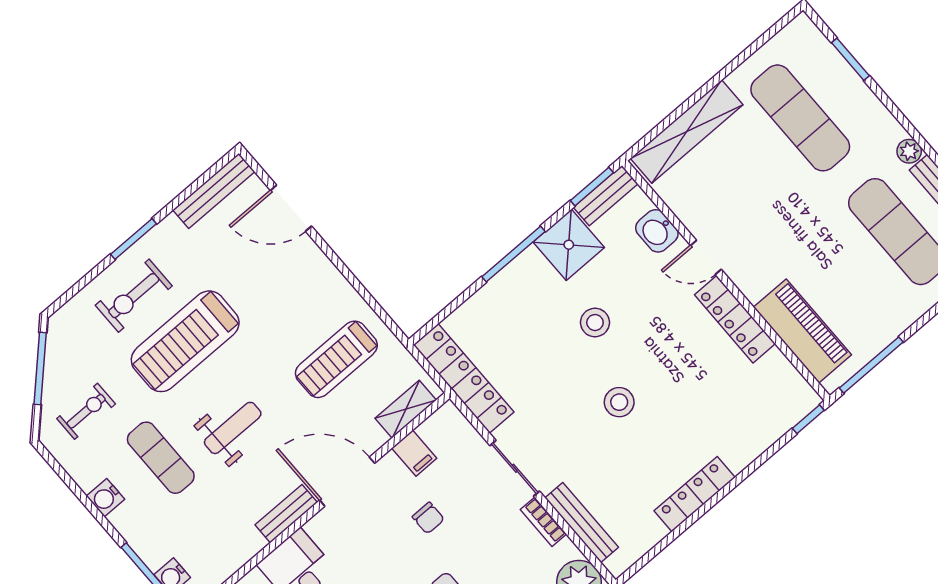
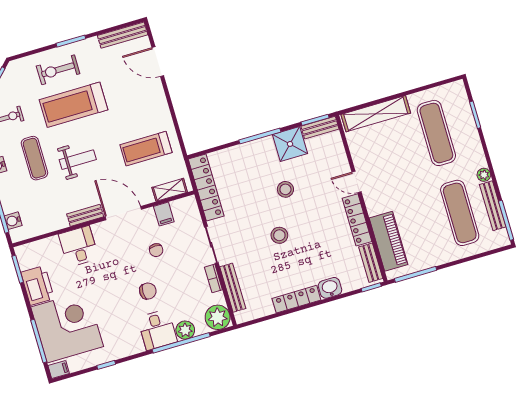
washbasin: (657, 231) -> (330, 288), moved, turned 90
bench: (789, 379) -> (371, 263), added

